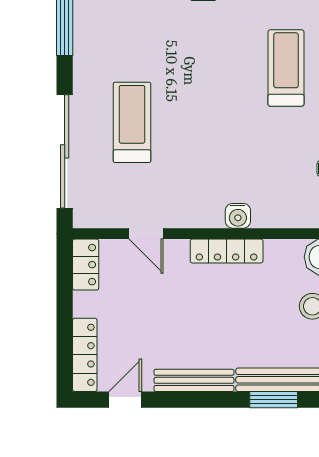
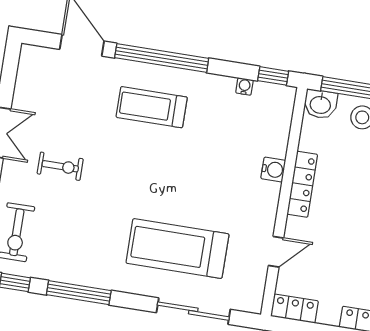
treadmill: (132, 122) -> (177, 248), width x1.37, depth x1.38
sliding door: (65, 151) -> (193, 311), width x0.73

